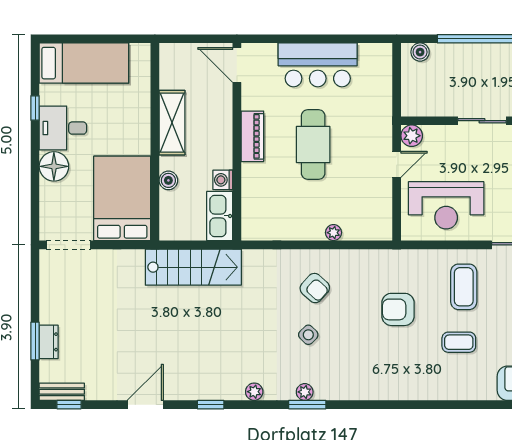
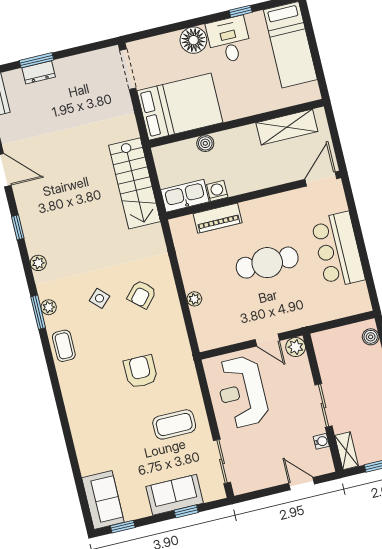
shelving: (172, 123) -> (287, 127), moved
piano: (252, 136) -> (218, 218), moved
coffee table: (459, 342) -> (64, 346), moved

